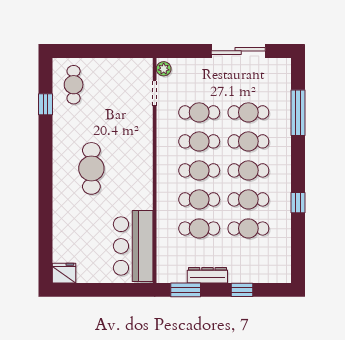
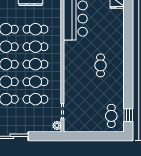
window: (45, 104) -> (128, 115), moved
cafe table: (91, 168) -> (101, 65), width x0.73, depth x0.74

